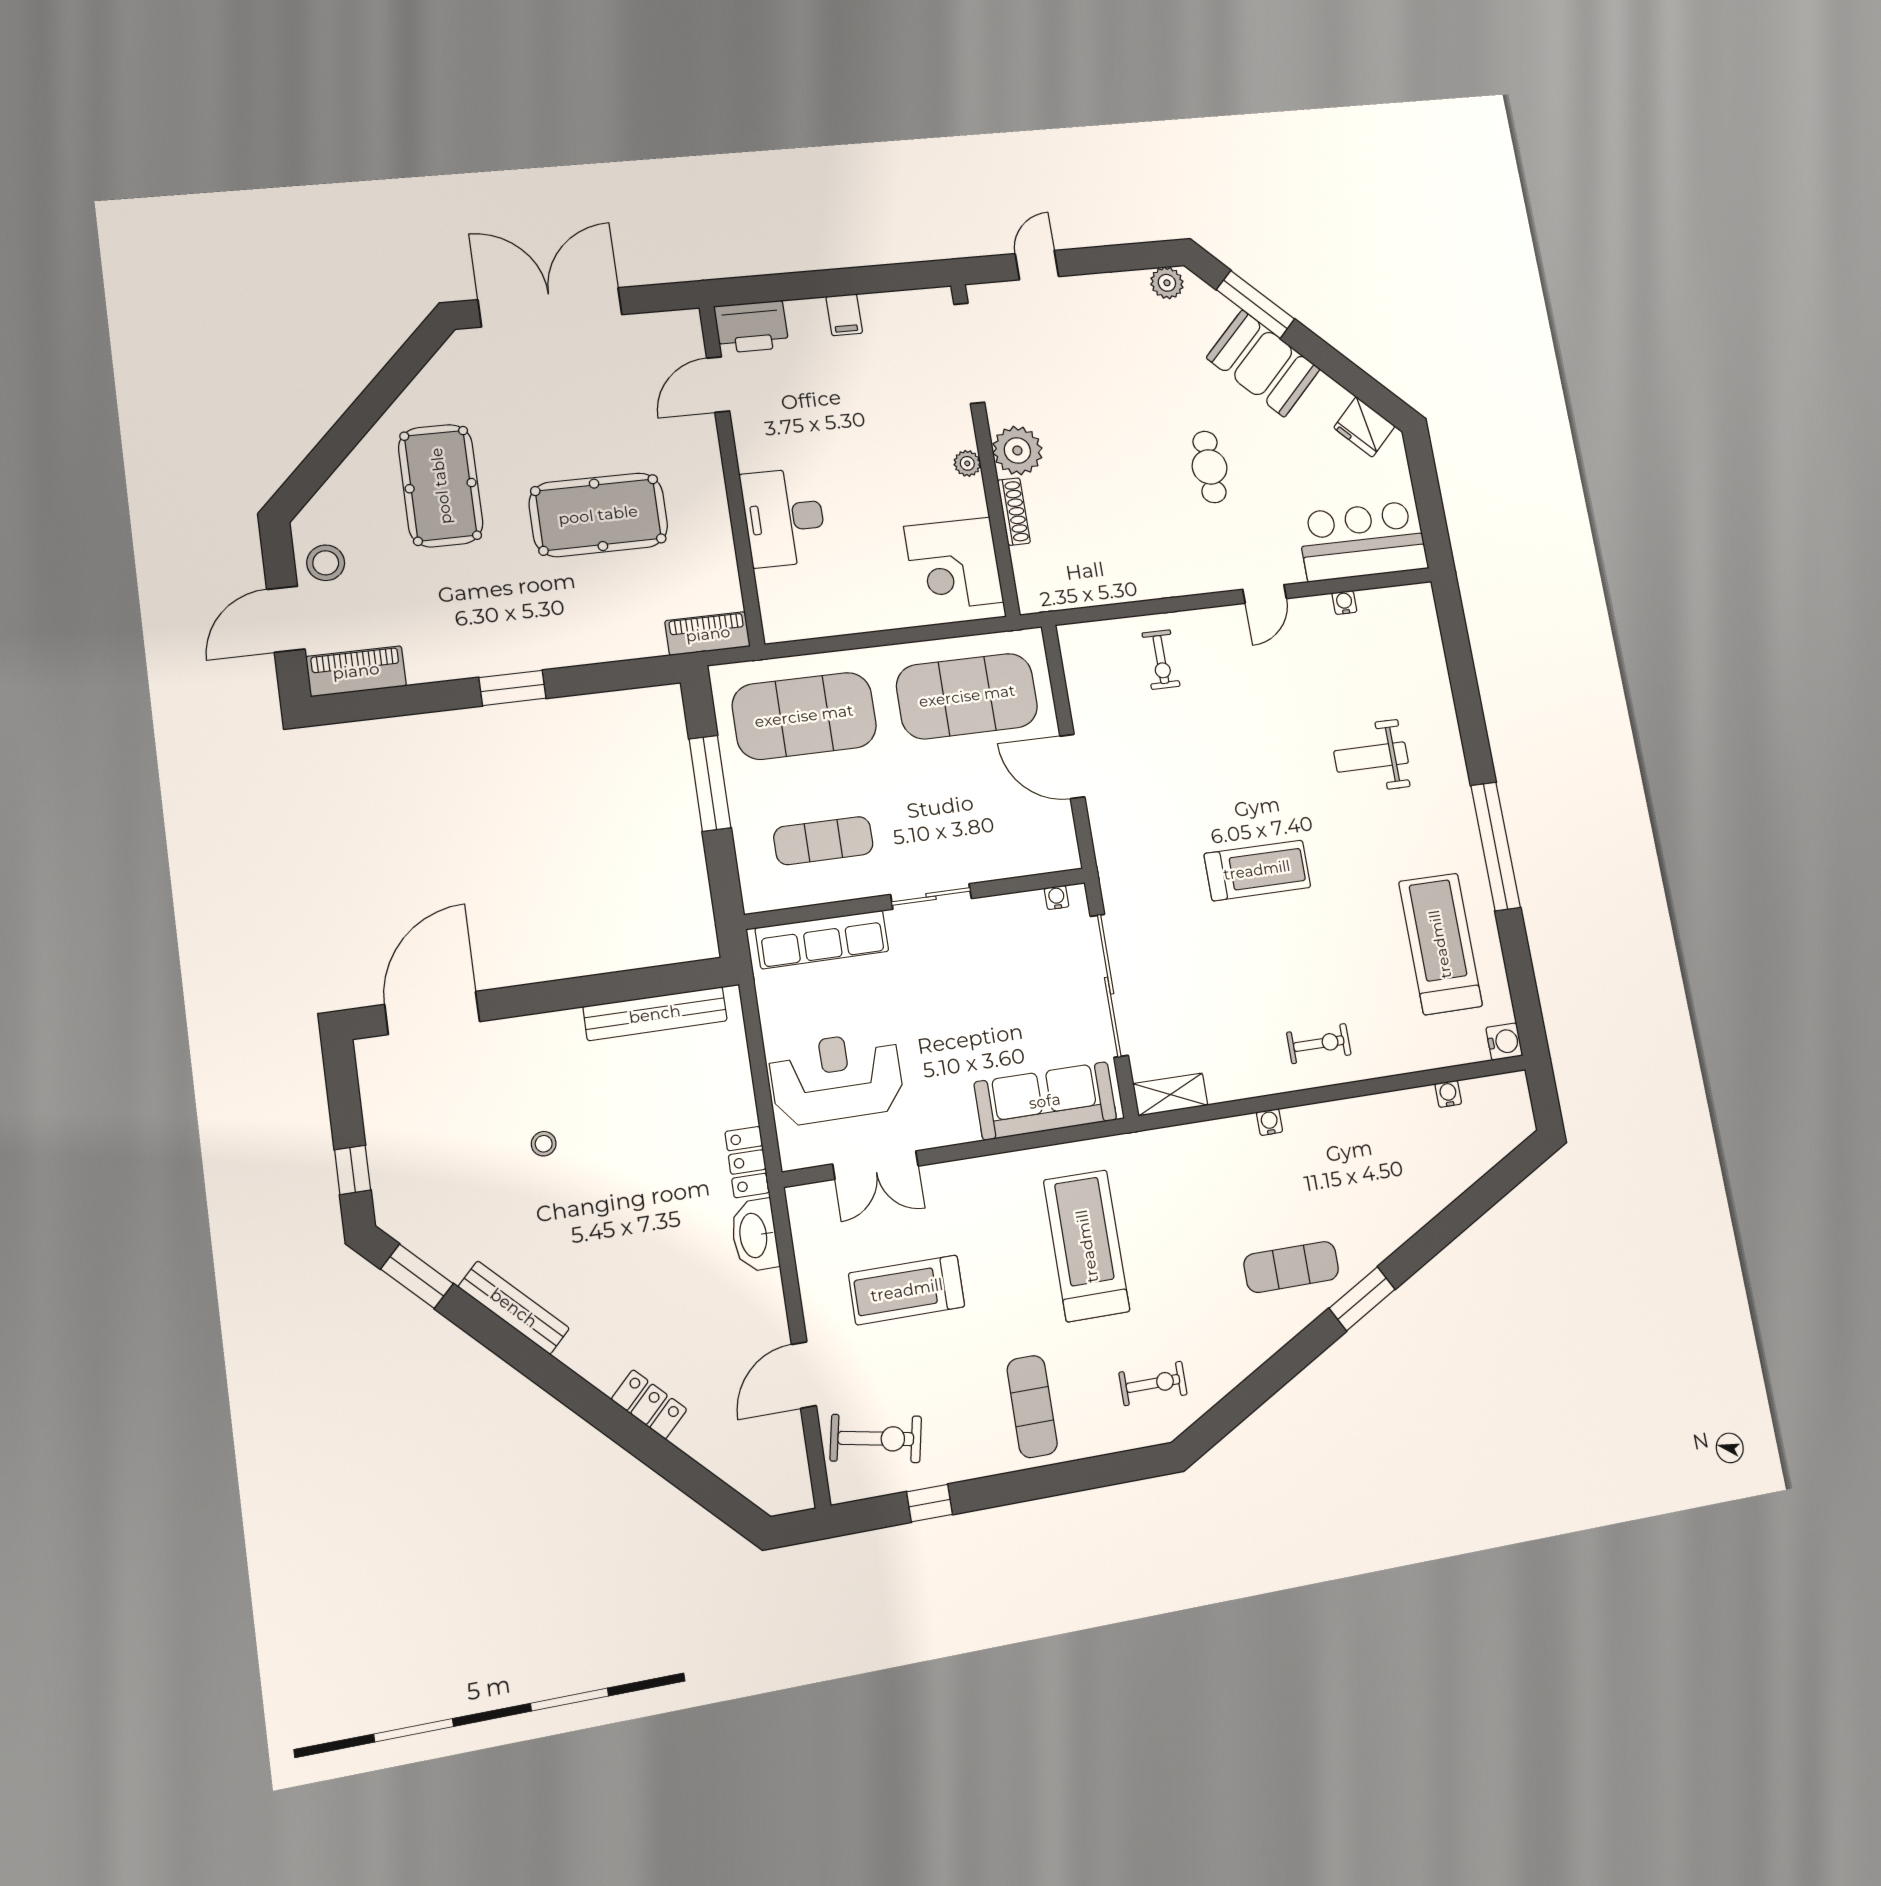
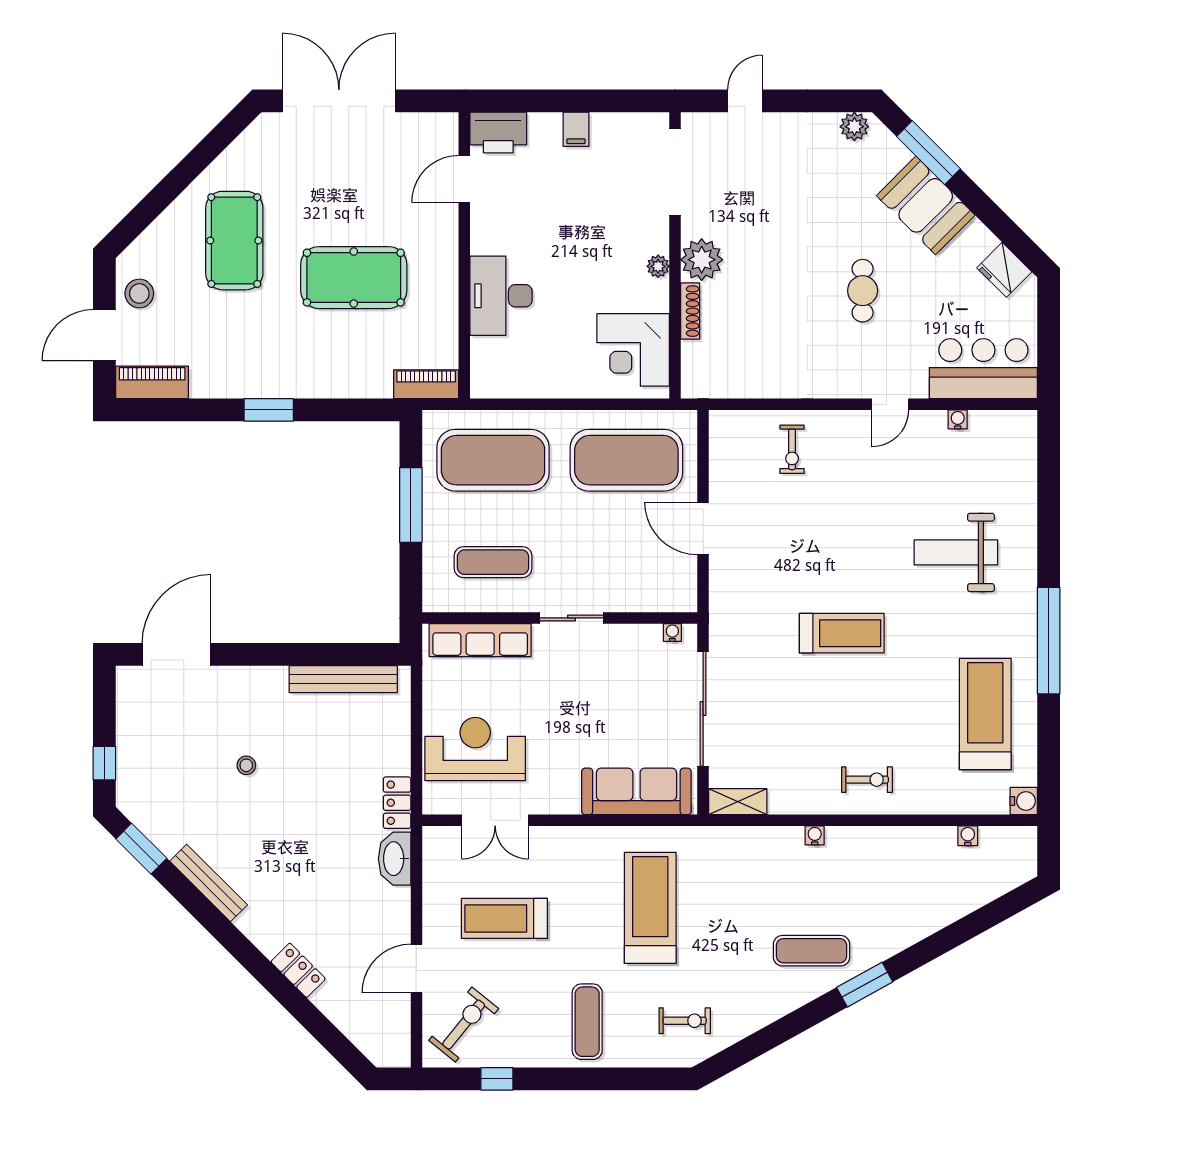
weight bench: (1371, 757) -> (956, 552), width x1.36, depth x1.33
exercise bike: (876, 1439) -> (464, 1025), turned -62

